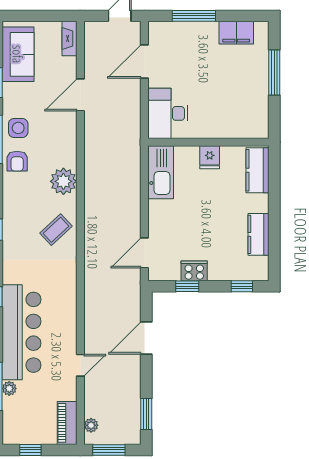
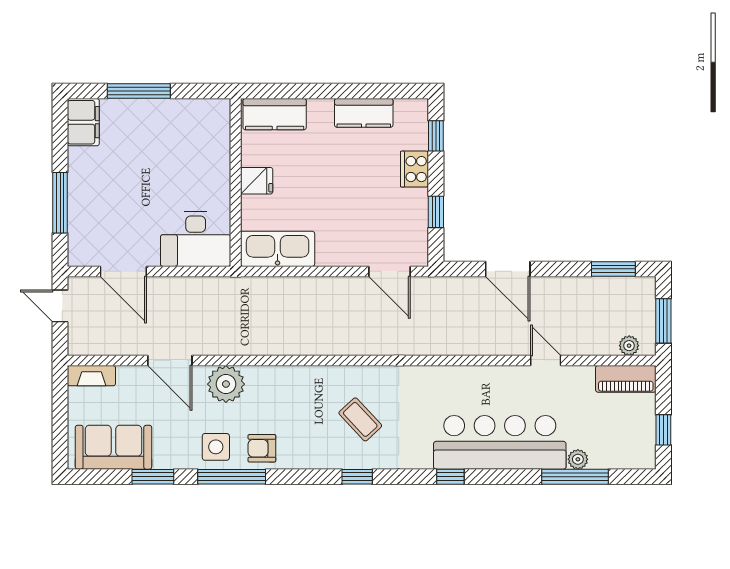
filing cabinet: (236, 33) -> (83, 122), moved
armchair: (17, 161) -> (262, 448), turned 180
plant: (63, 181) -> (226, 384), moved
coffee table: (56, 230) -> (360, 419), moved
cooker: (194, 271) -> (414, 169), moved

